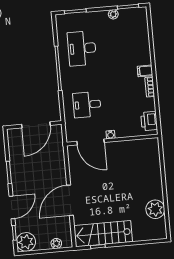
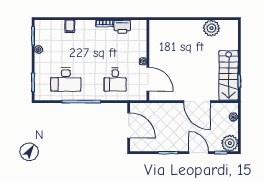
filing cabinet: (145, 71) -> (70, 26), moved
printer: (149, 121) -> (122, 27), moved
door: (91, 142) -> (148, 79), hinge flipped

